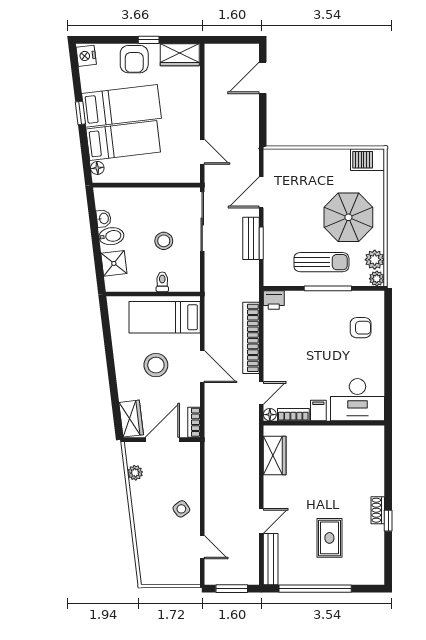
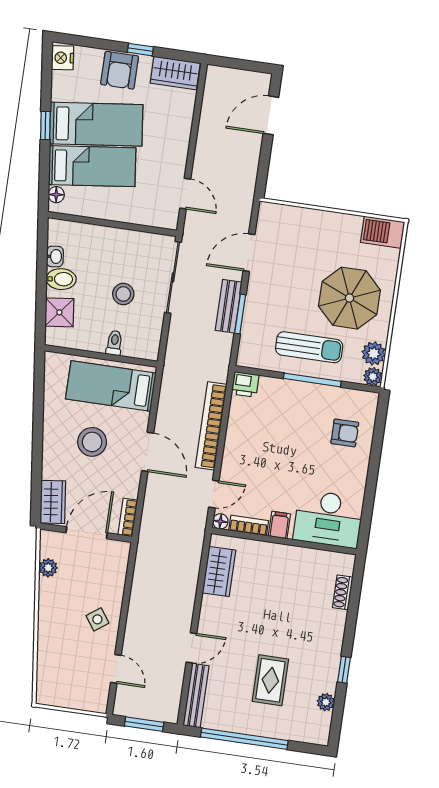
shoe rack: (378, 510) -> (343, 592), moved
plant: (377, 549) -> (326, 702), added

